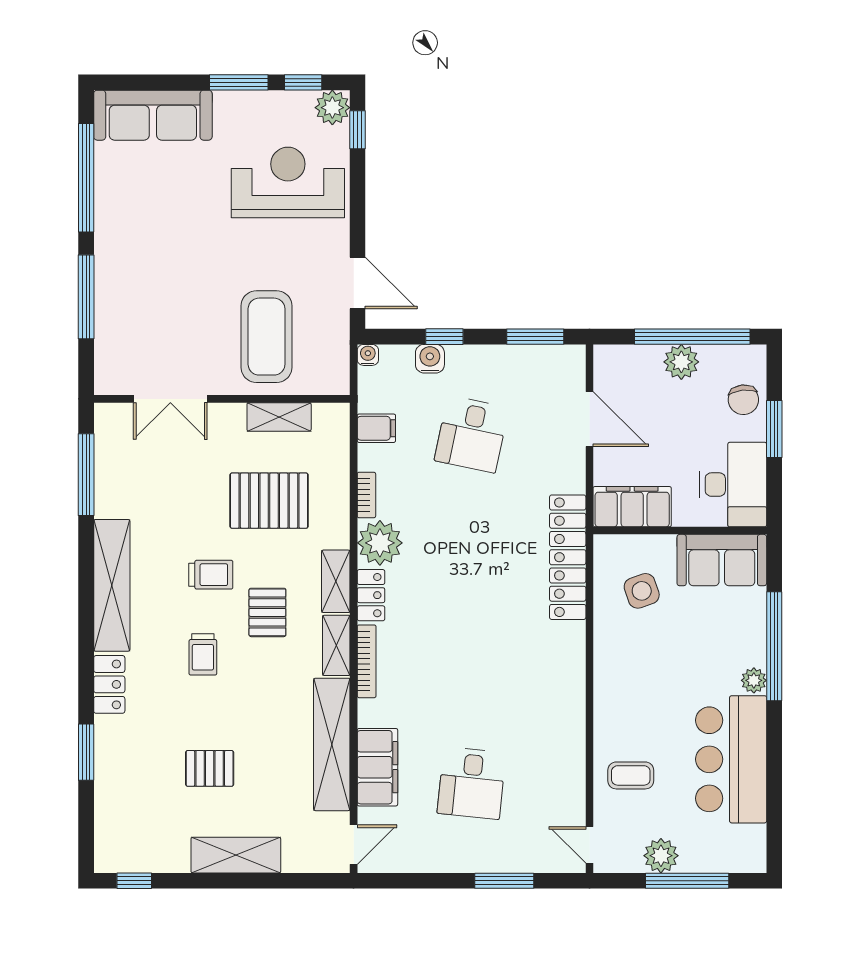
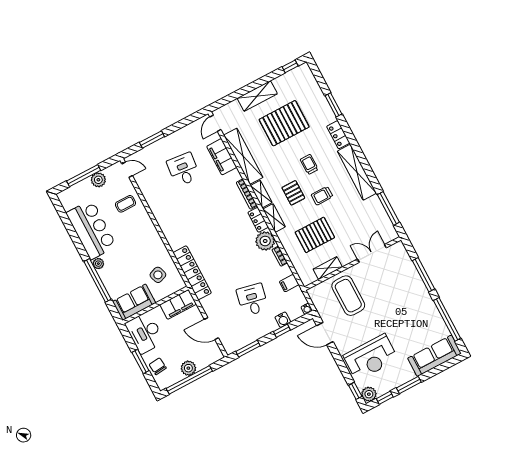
pallet: (210, 768) -> (284, 123), width x2.05, depth x2.00

